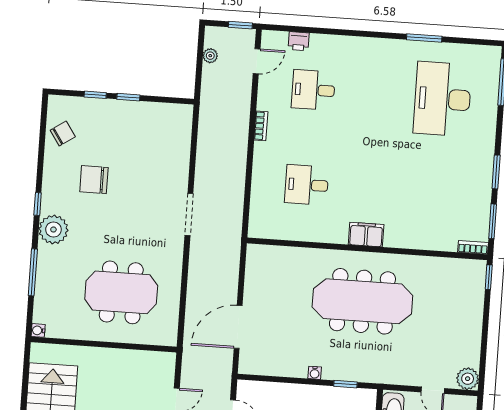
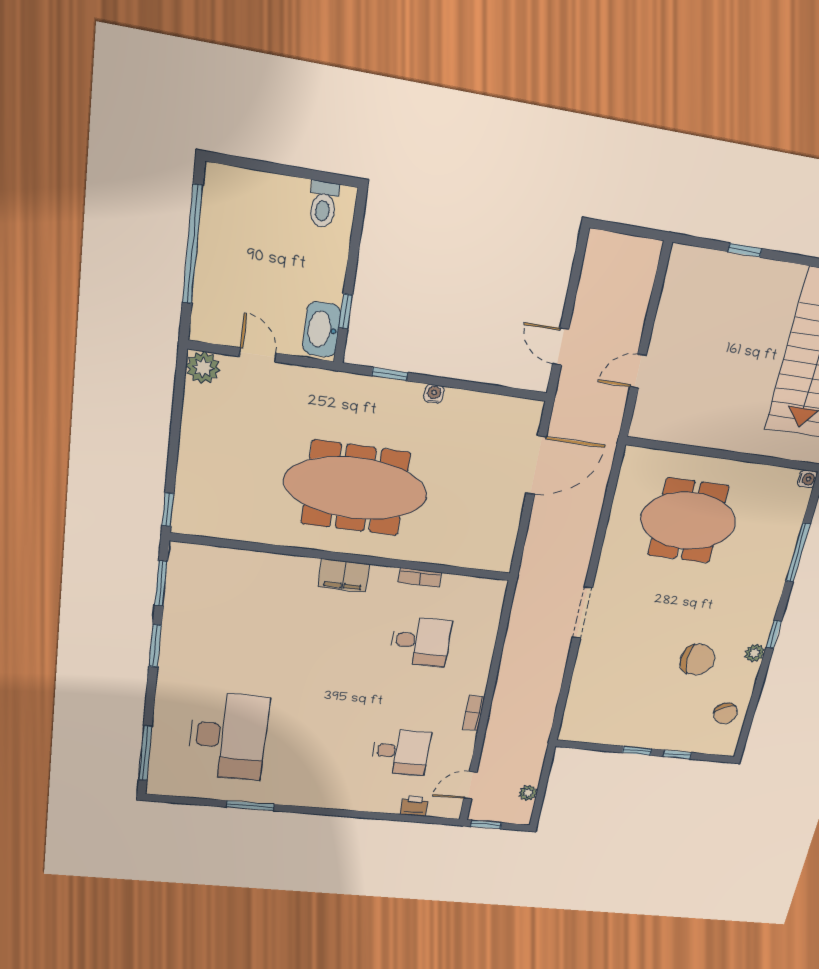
chair: (63, 133) -> (725, 713), turned -82
plant: (53, 230) -> (755, 653), moved, width x0.53, depth x0.53
bookcase: (473, 247) -> (420, 578), moved

